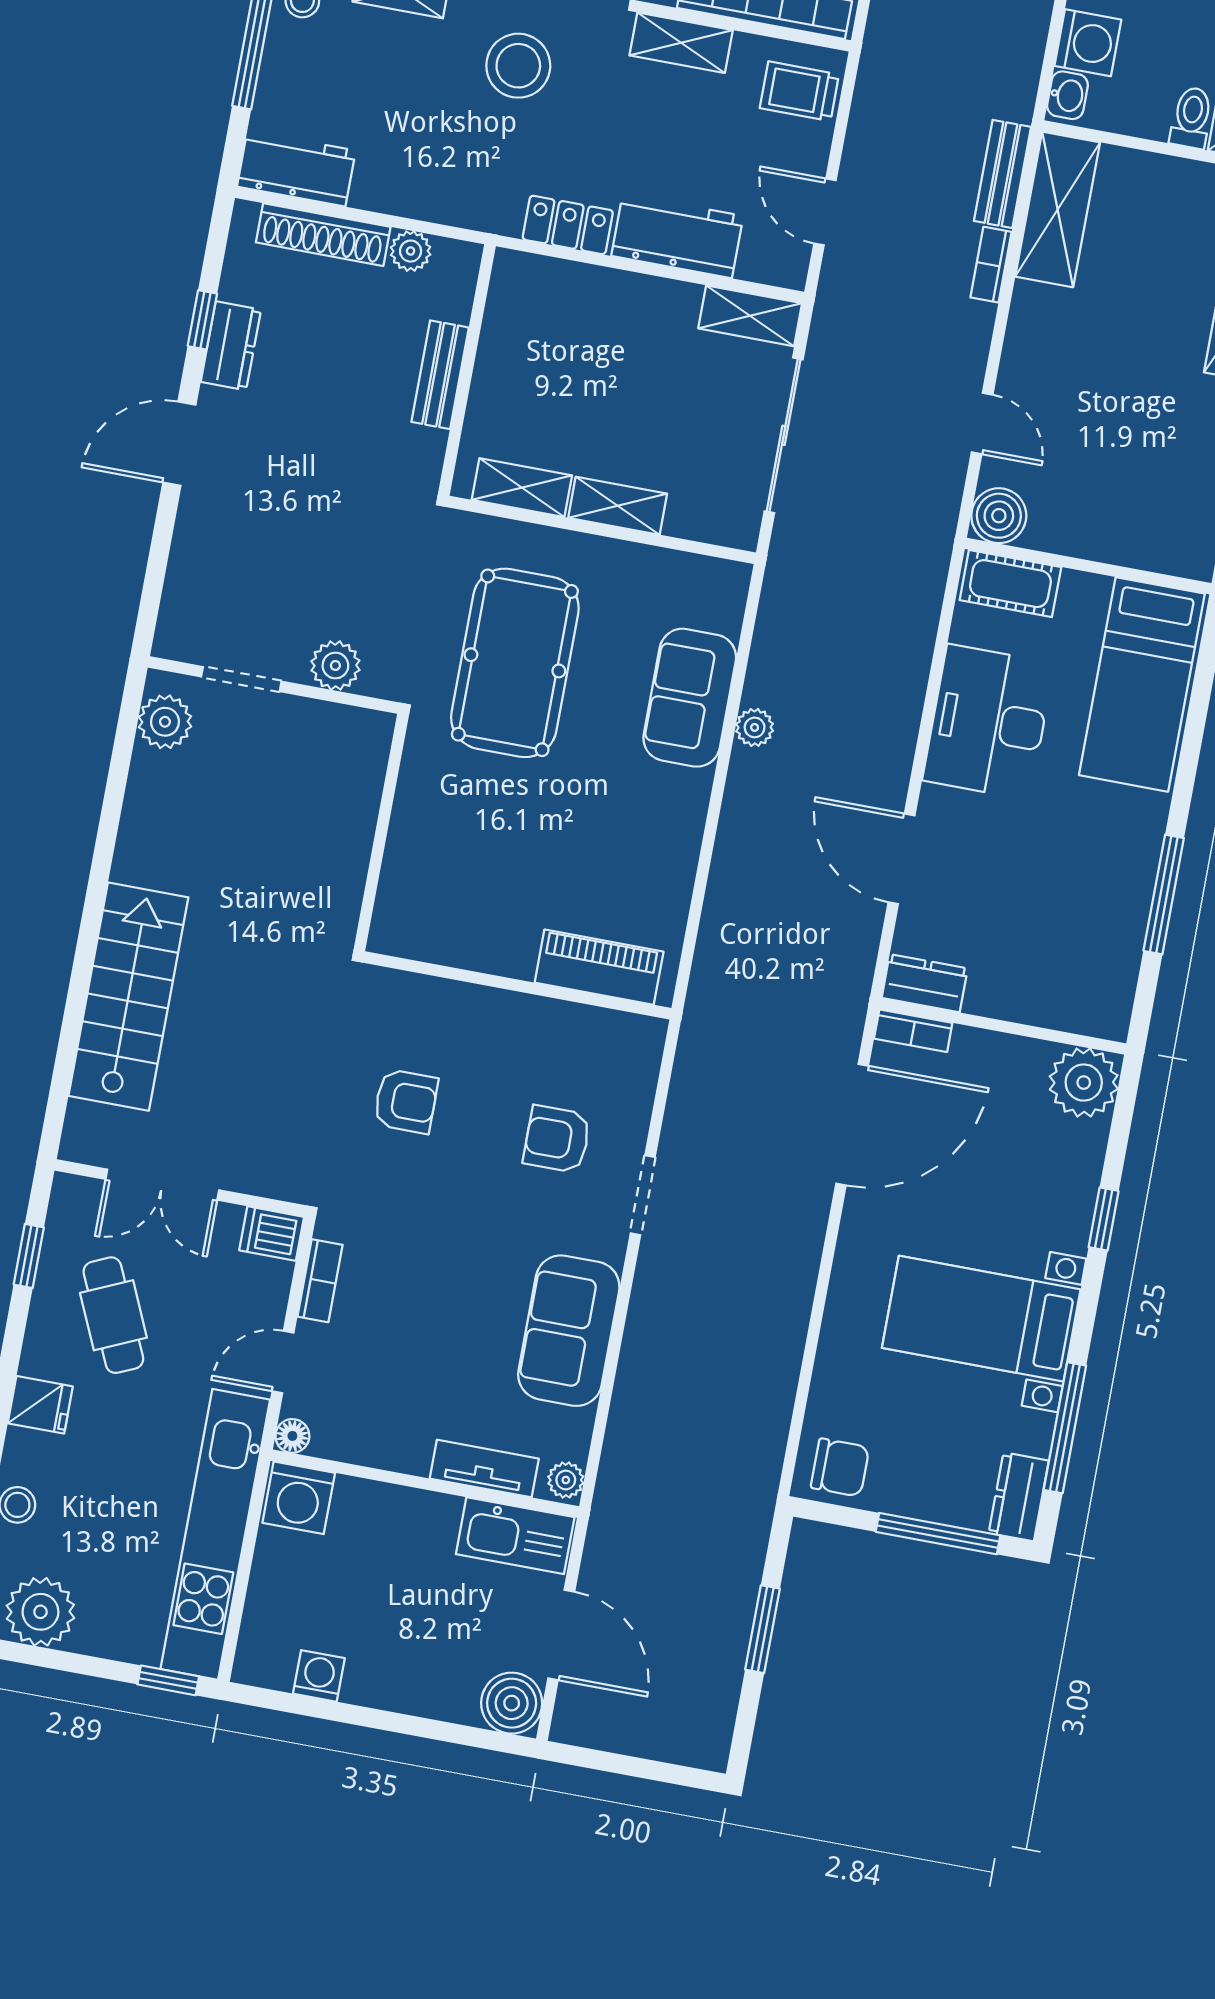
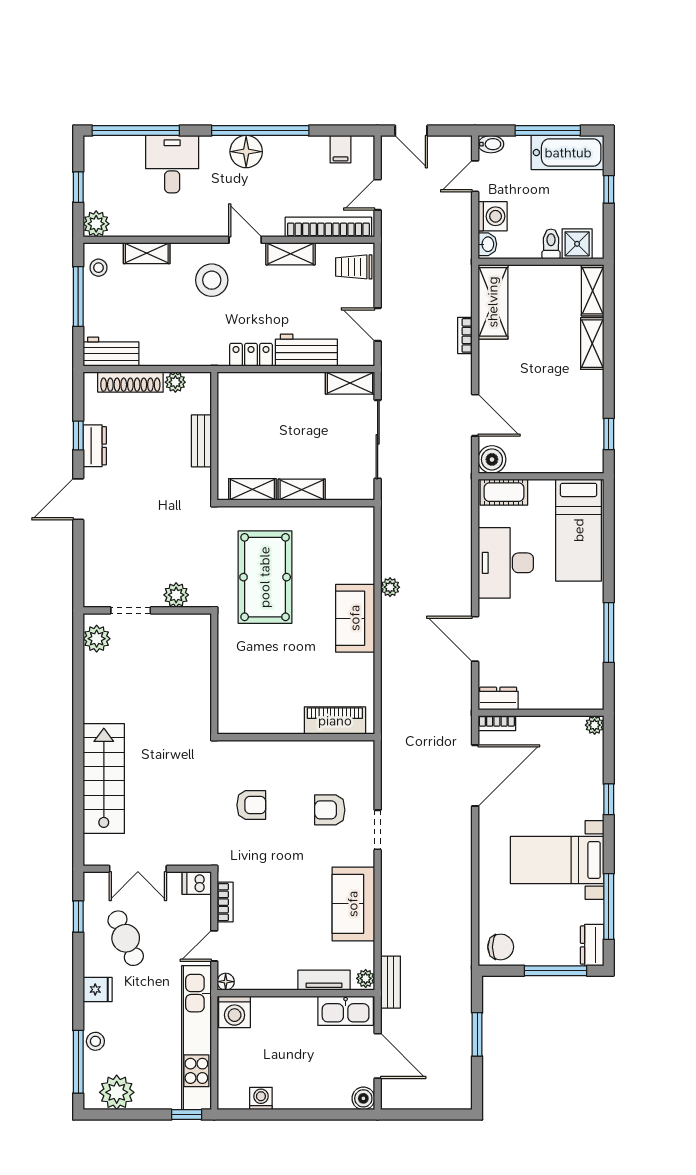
bench: (1002, 174) -> (390, 982), moved
door: (982, 423) -> (475, 415), width x1.38
sofa: (690, 698) -> (355, 618), moved
plant: (1084, 1083) -> (595, 725), width x0.53, depth x0.53
boiler: (512, 1703) -> (363, 1098), width x0.73, depth x0.73

